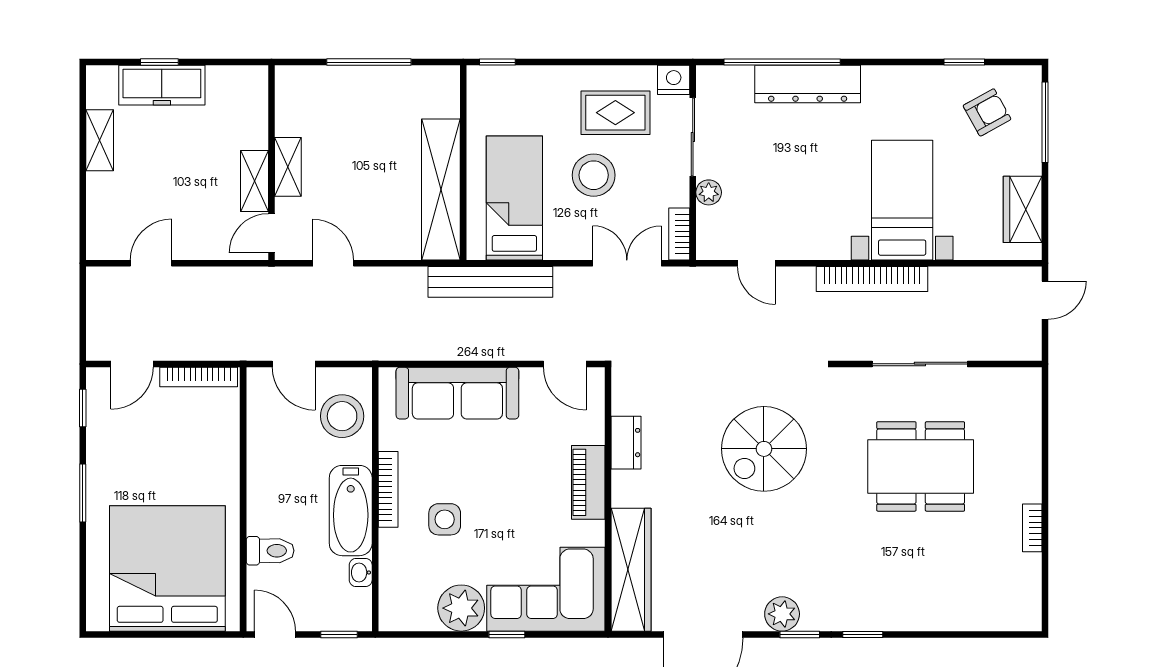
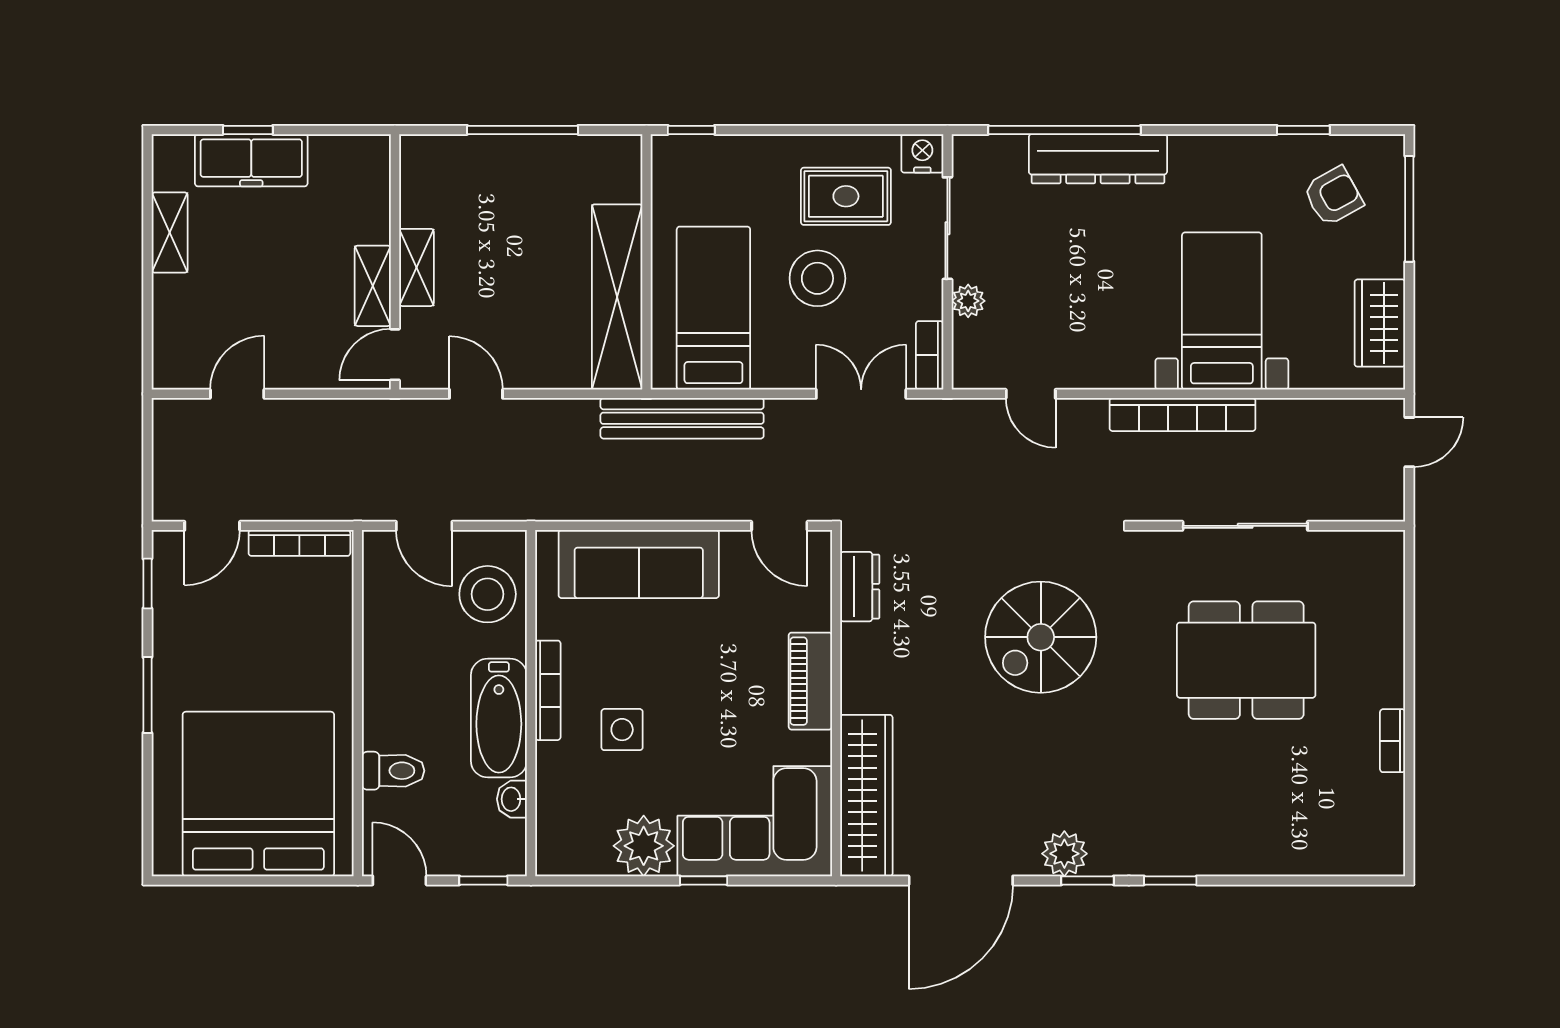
dresser: (626, 443) -> (860, 587), moved

